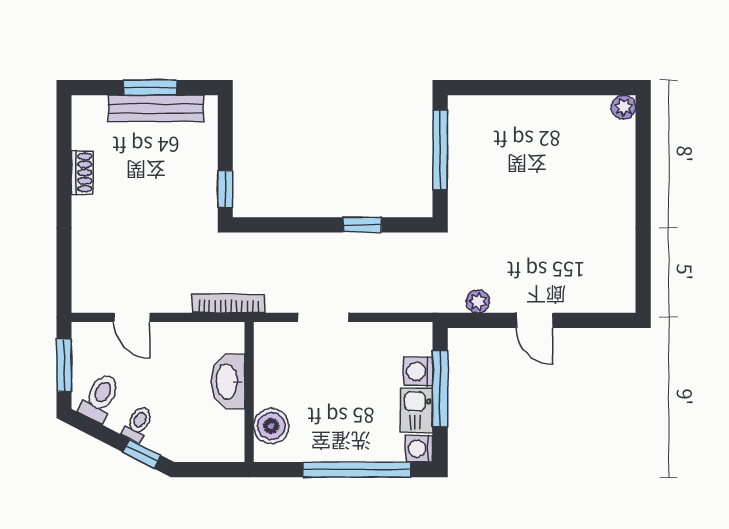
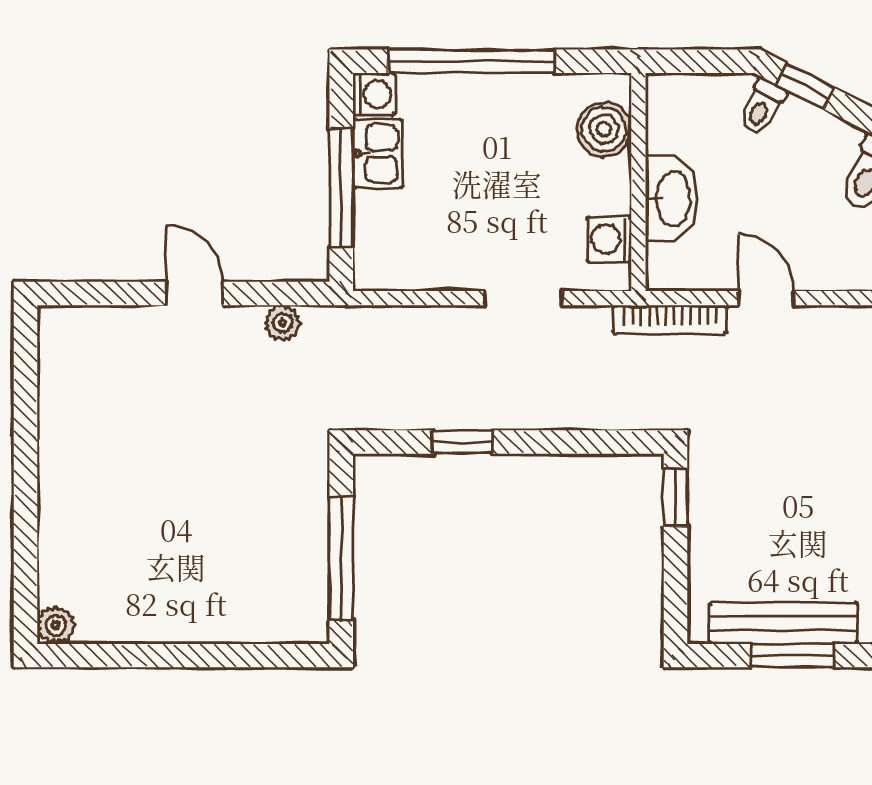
door: (132, 317) -> (766, 298), moved
washing machine: (418, 371) -> (609, 239), moved, turned 180
toilet: (138, 424) -> (762, 107), moved

